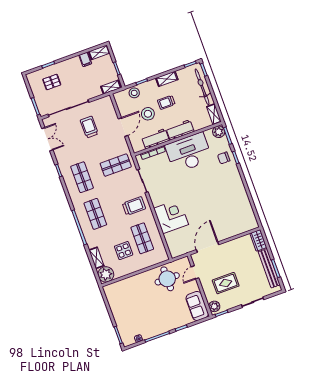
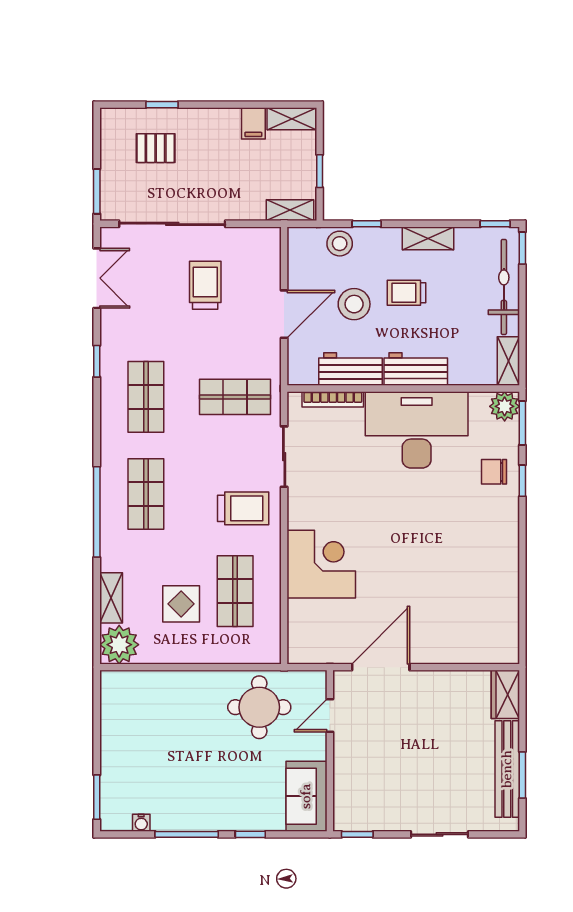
rug: (226, 283) -> (393, 767), removed
plant: (214, 306) -> (346, 812), removed

